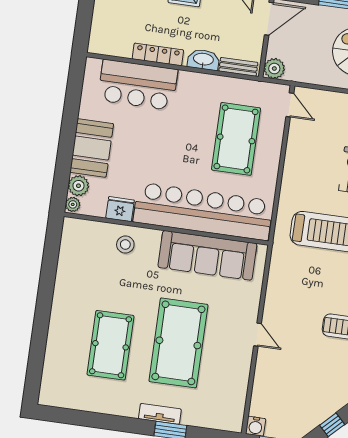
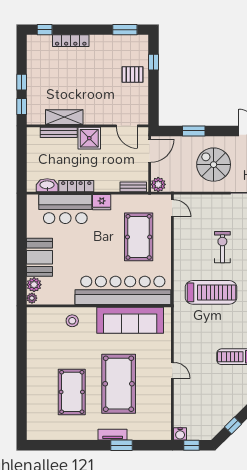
washbasin: (203, 60) -> (47, 185), moved
fridge: (120, 209) -> (102, 202), moved, turned 180

